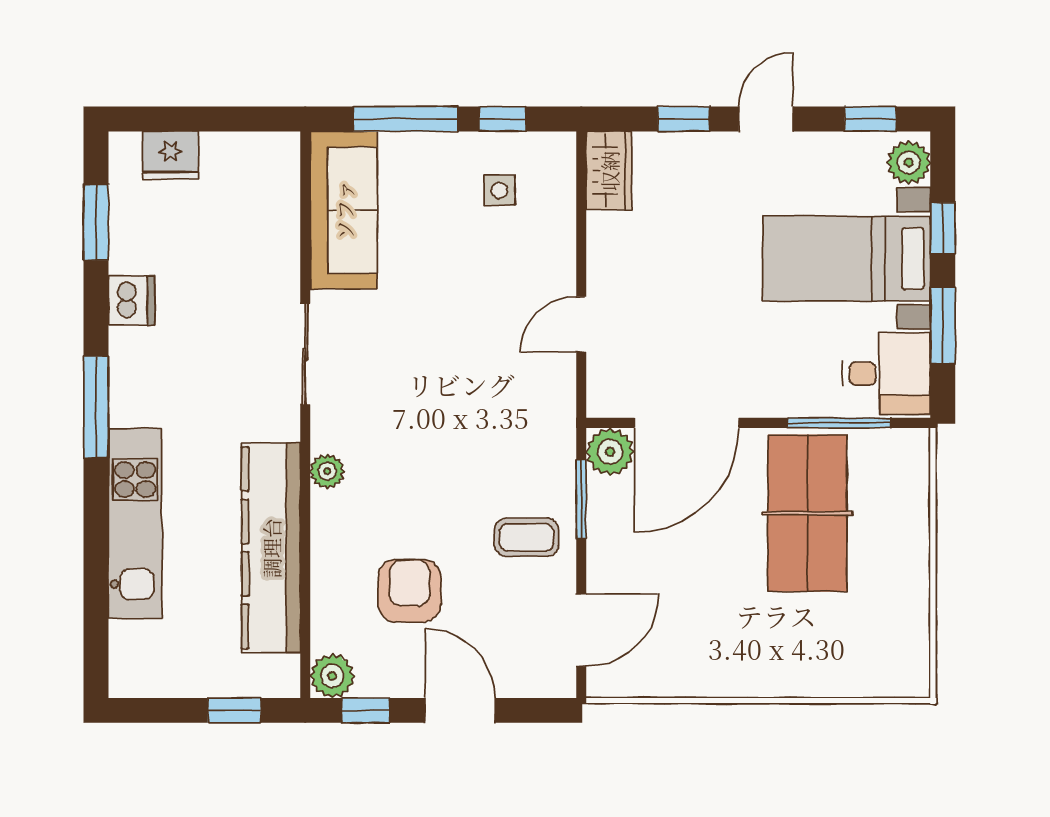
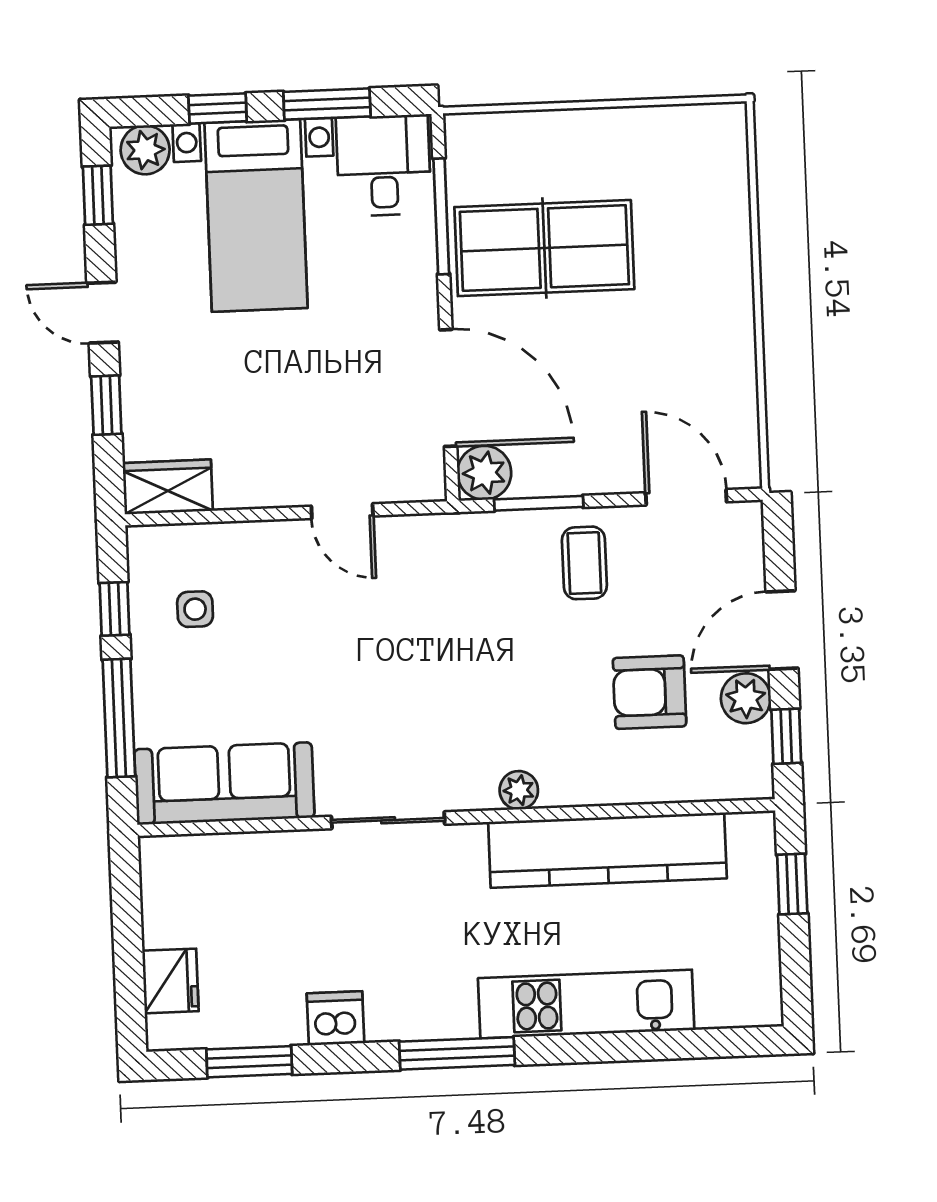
plant: (332, 676) -> (746, 698), moved

